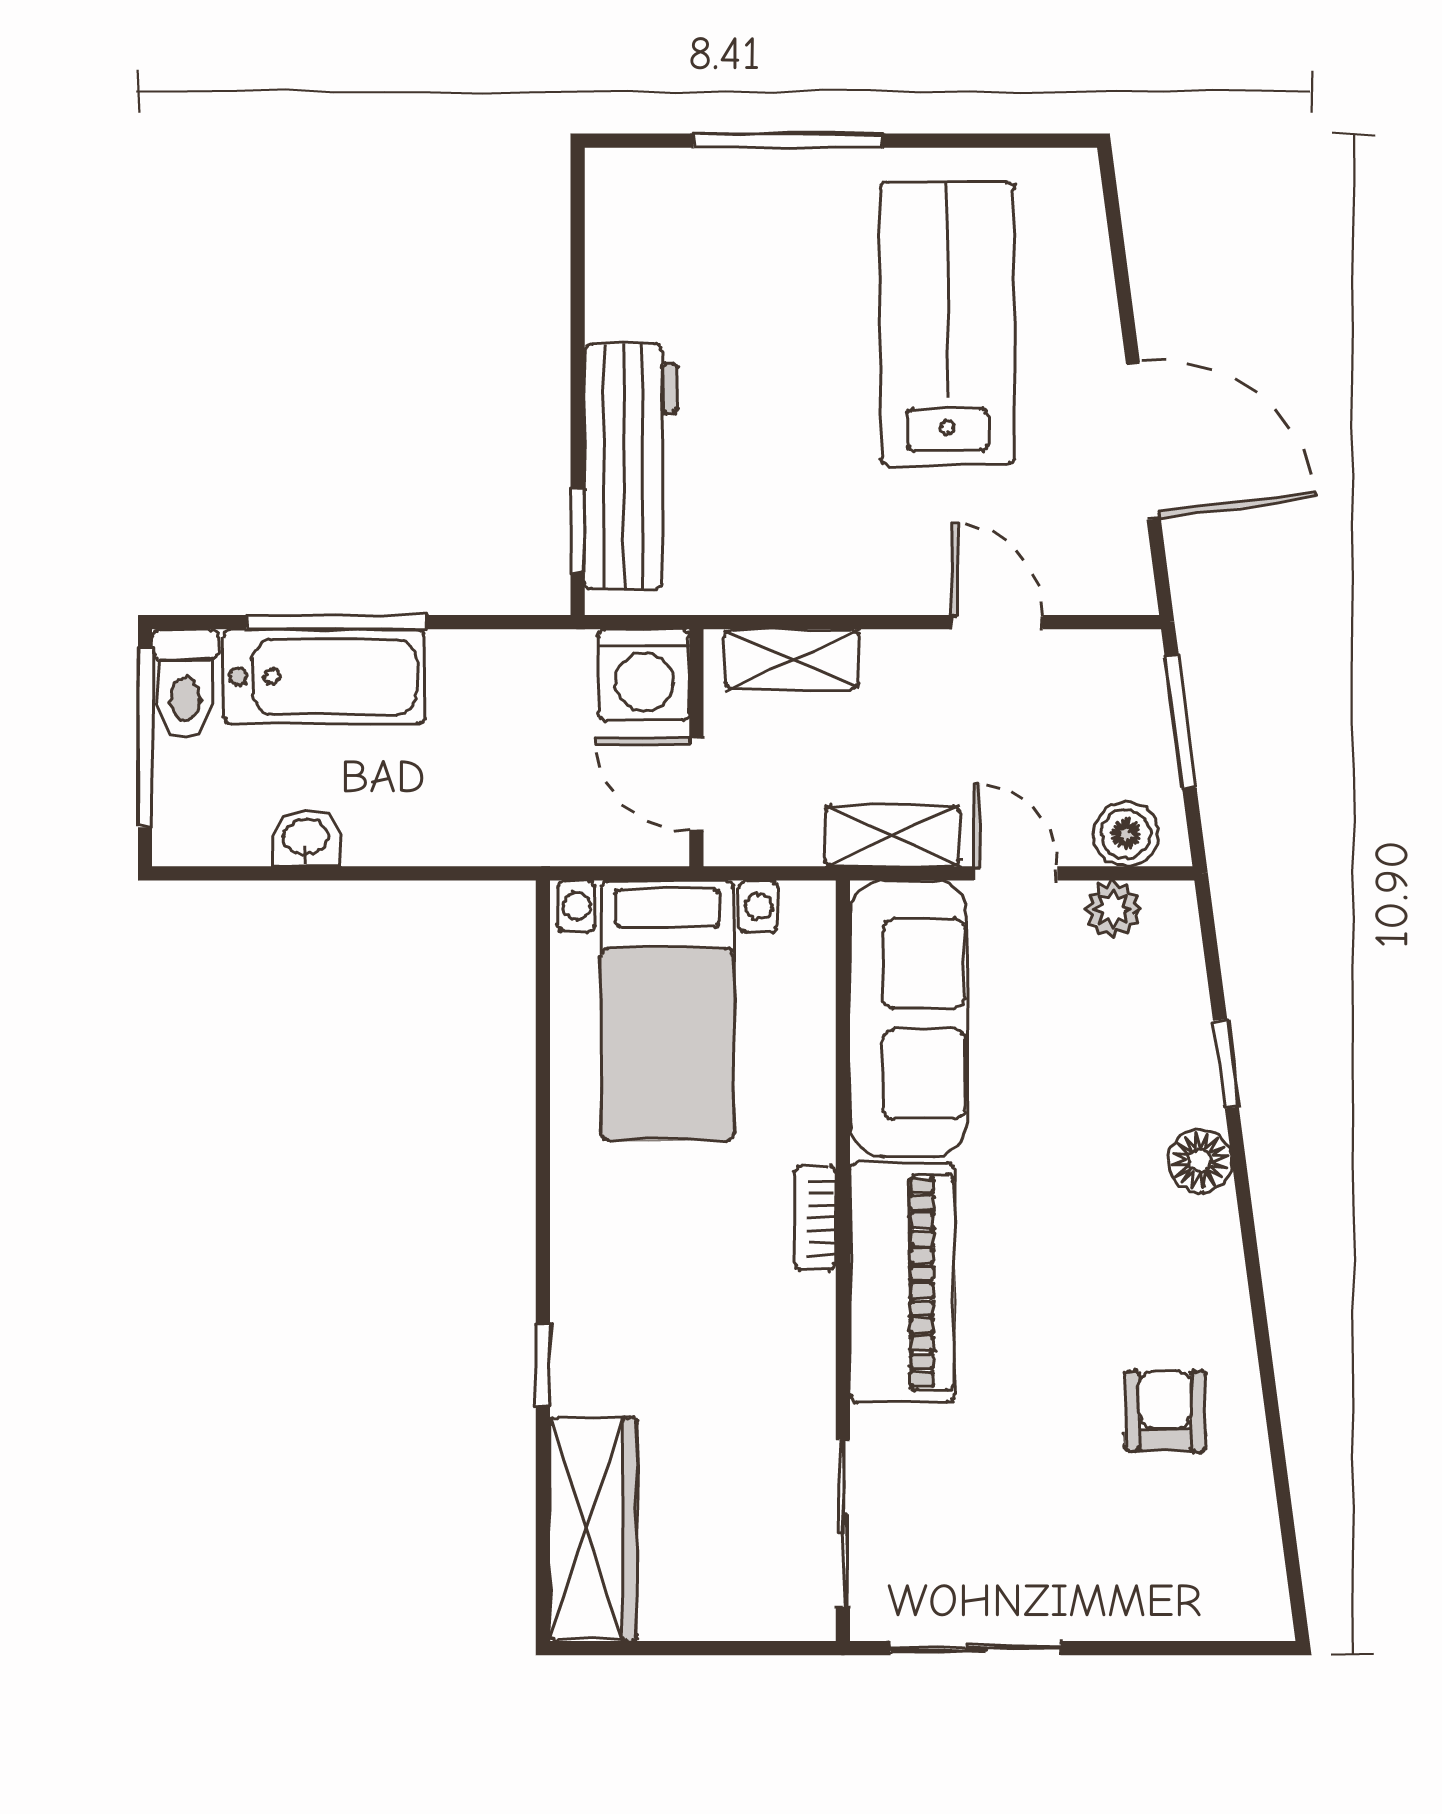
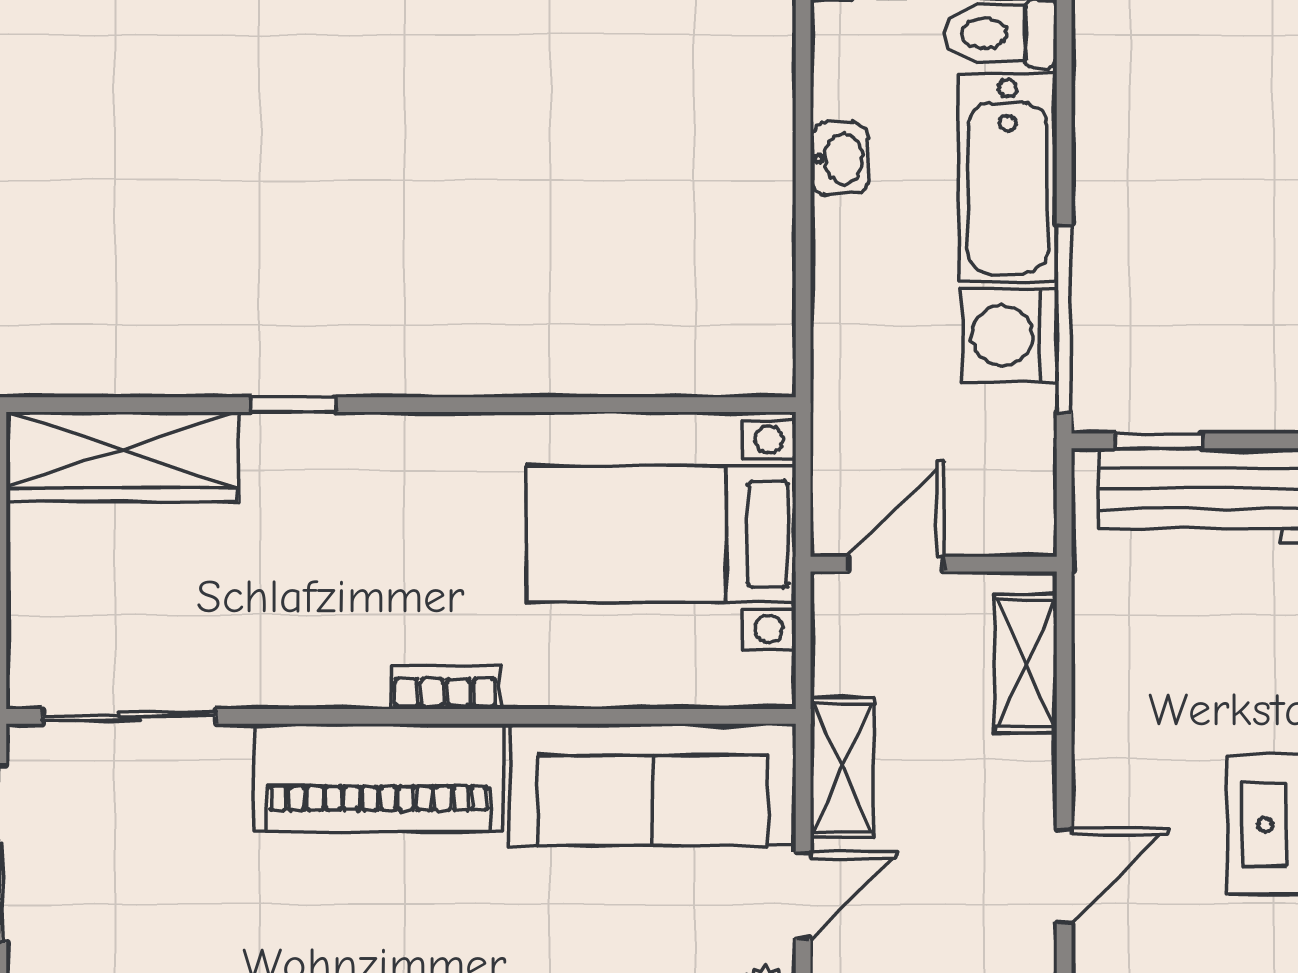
window: (336, 622) -> (1064, 319), moved
washing machine: (644, 675) -> (1010, 335), moved

